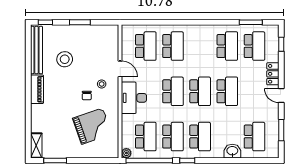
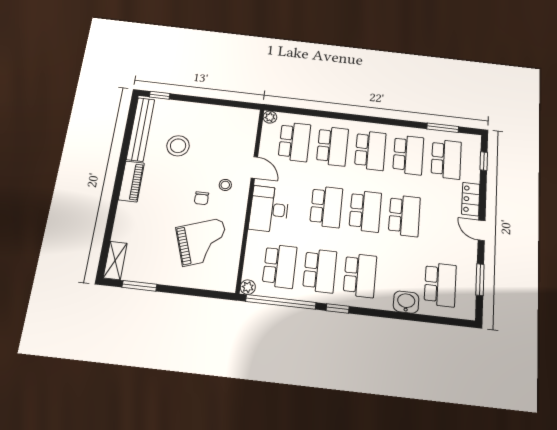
window: (80, 22) -> (207, 101), removed
plant: (126, 29) -> (270, 117), added
school desk: (200, 46) -> (370, 150), added

